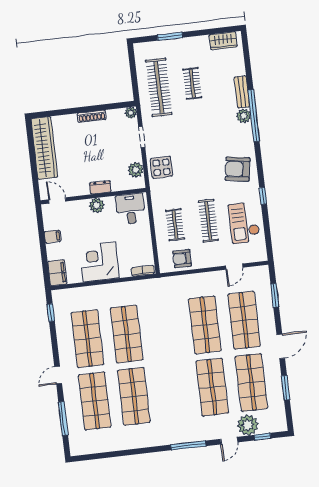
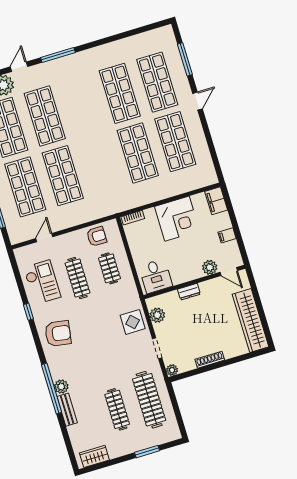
clothes rail: (192, 83) -> (117, 409), width x1.36
plant: (97, 205) -> (210, 267), moved
window: (51, 313) -> (216, 161), removed

